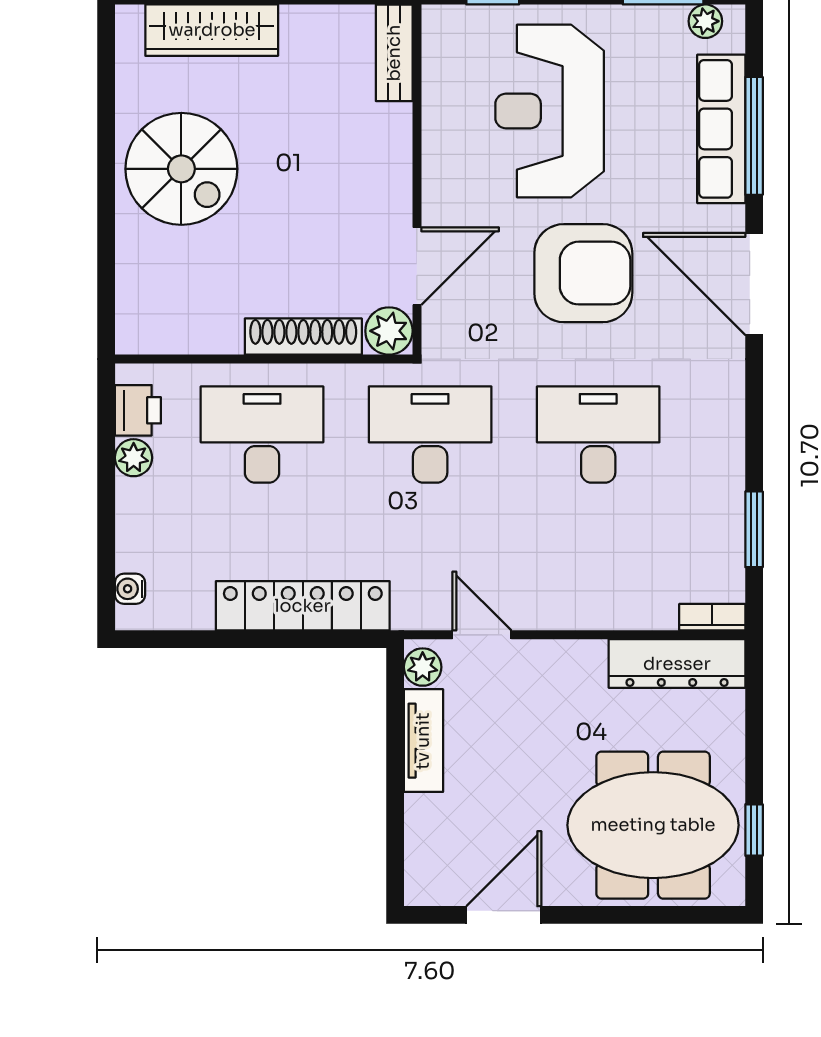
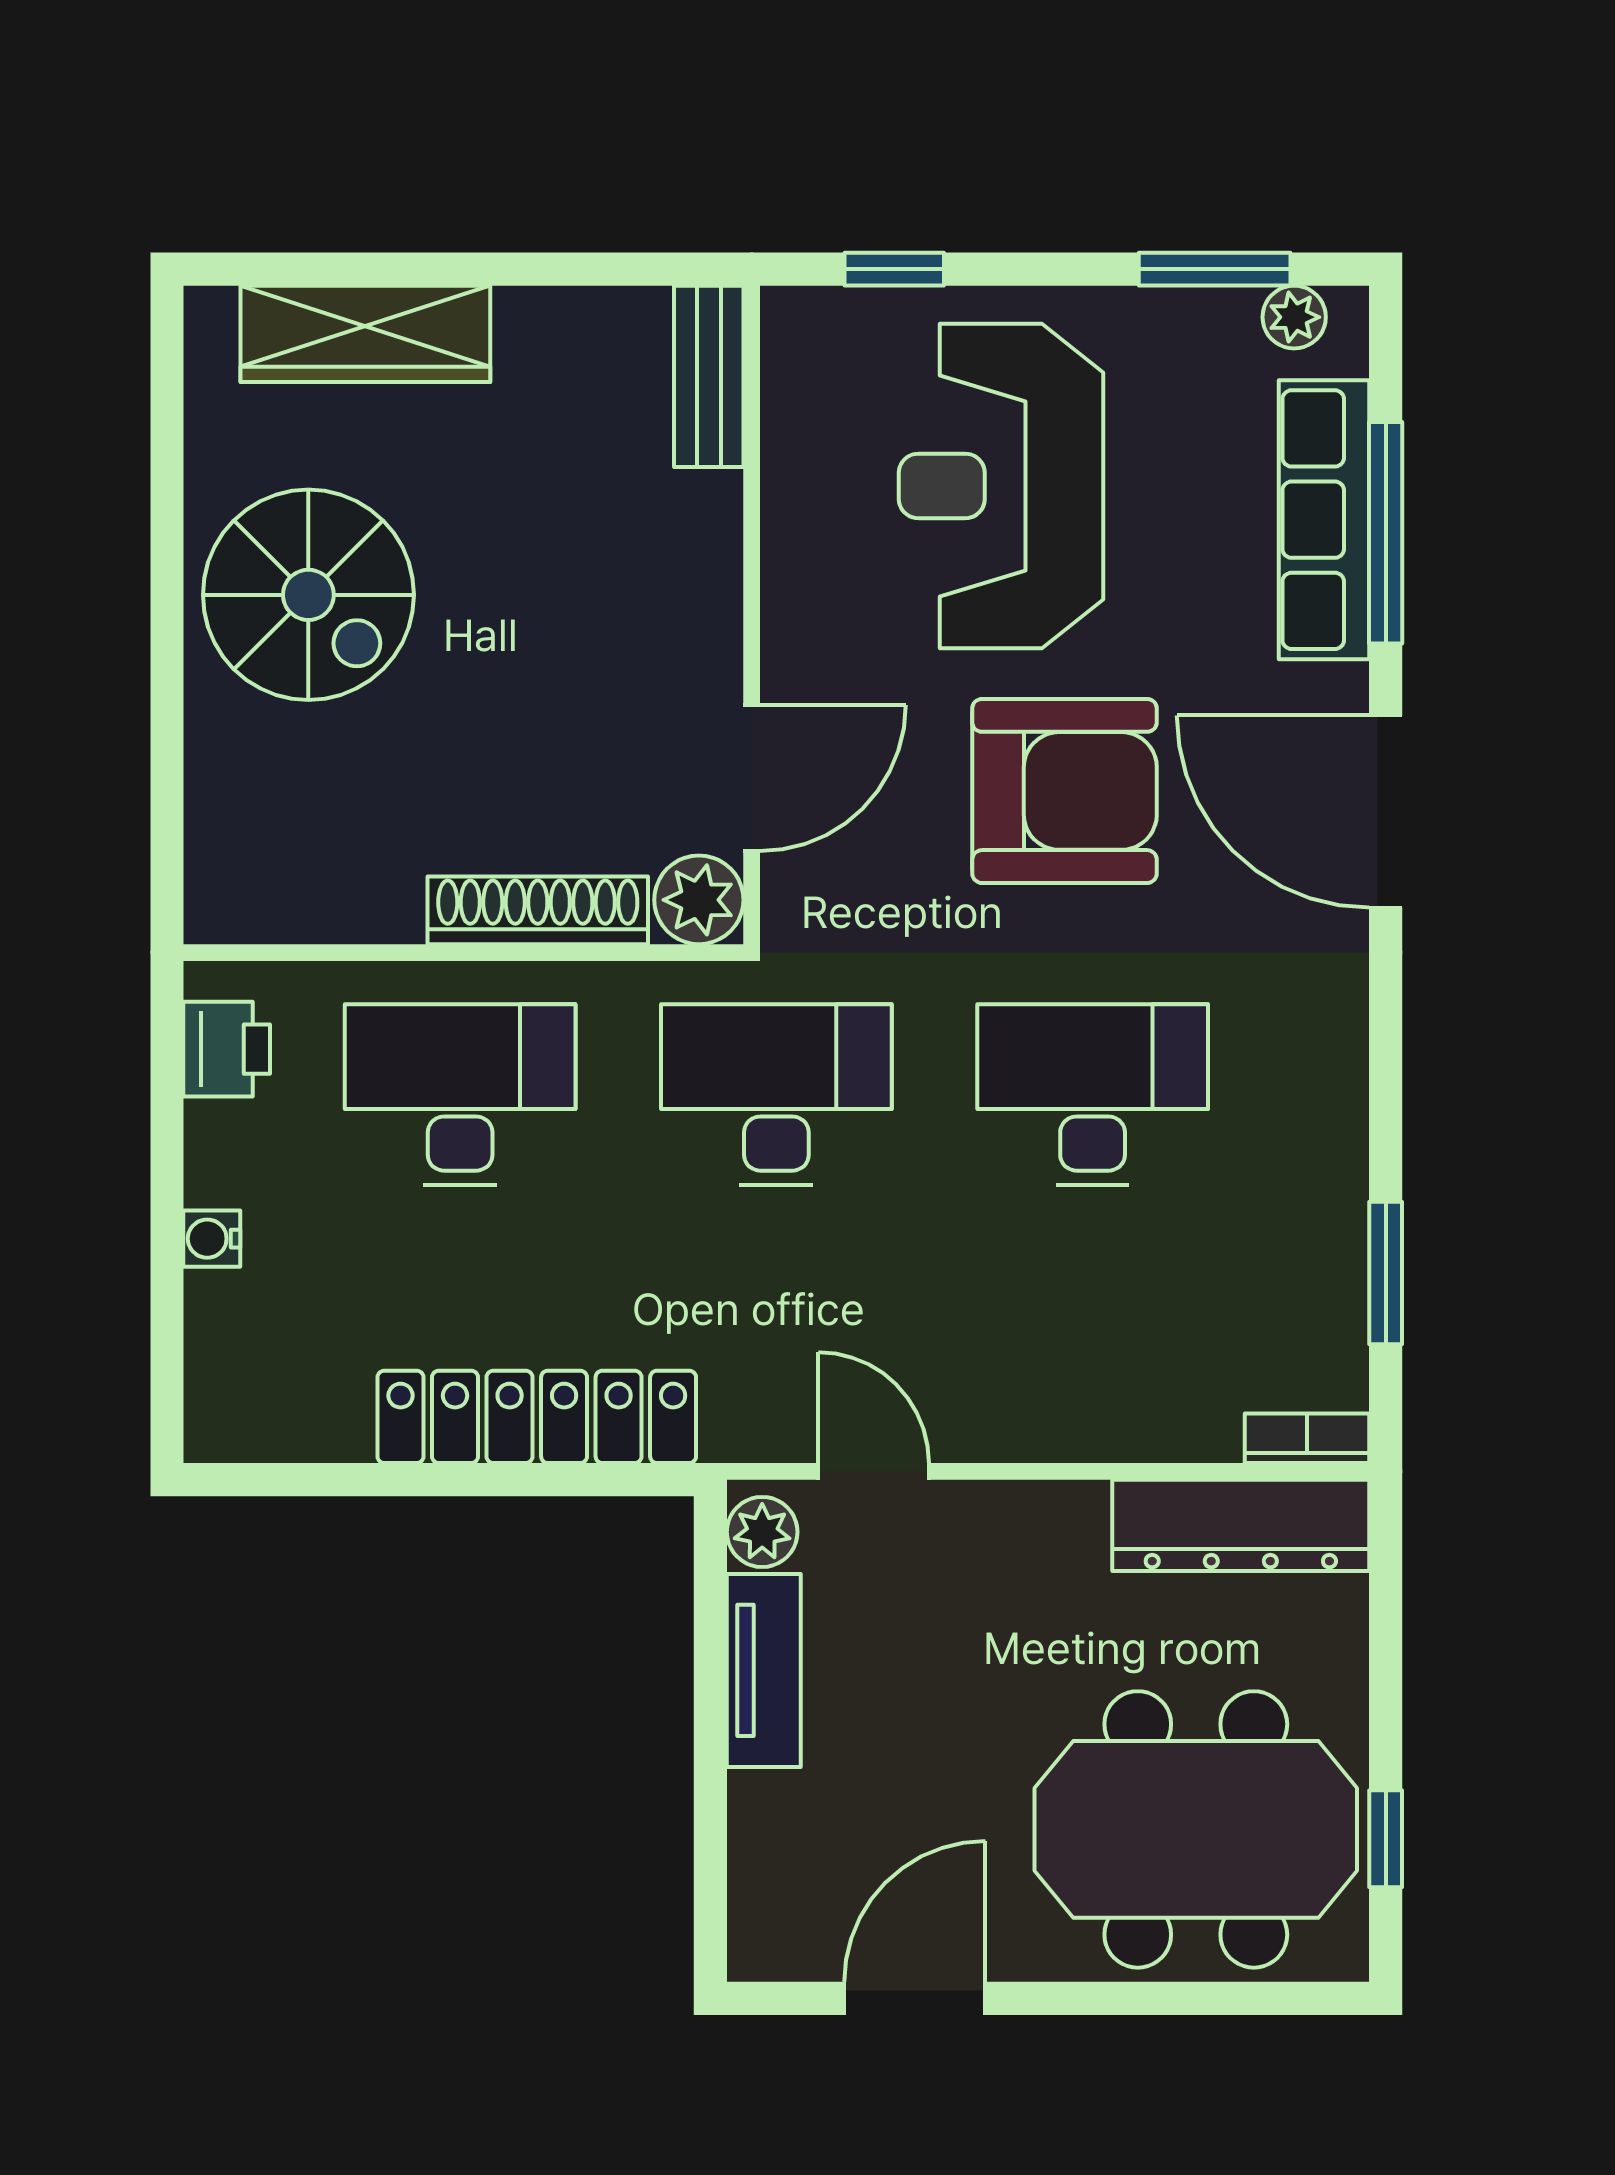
plant: (134, 458) -> (218, 1138), removed
water cooler: (130, 589) -> (212, 1239), moved

